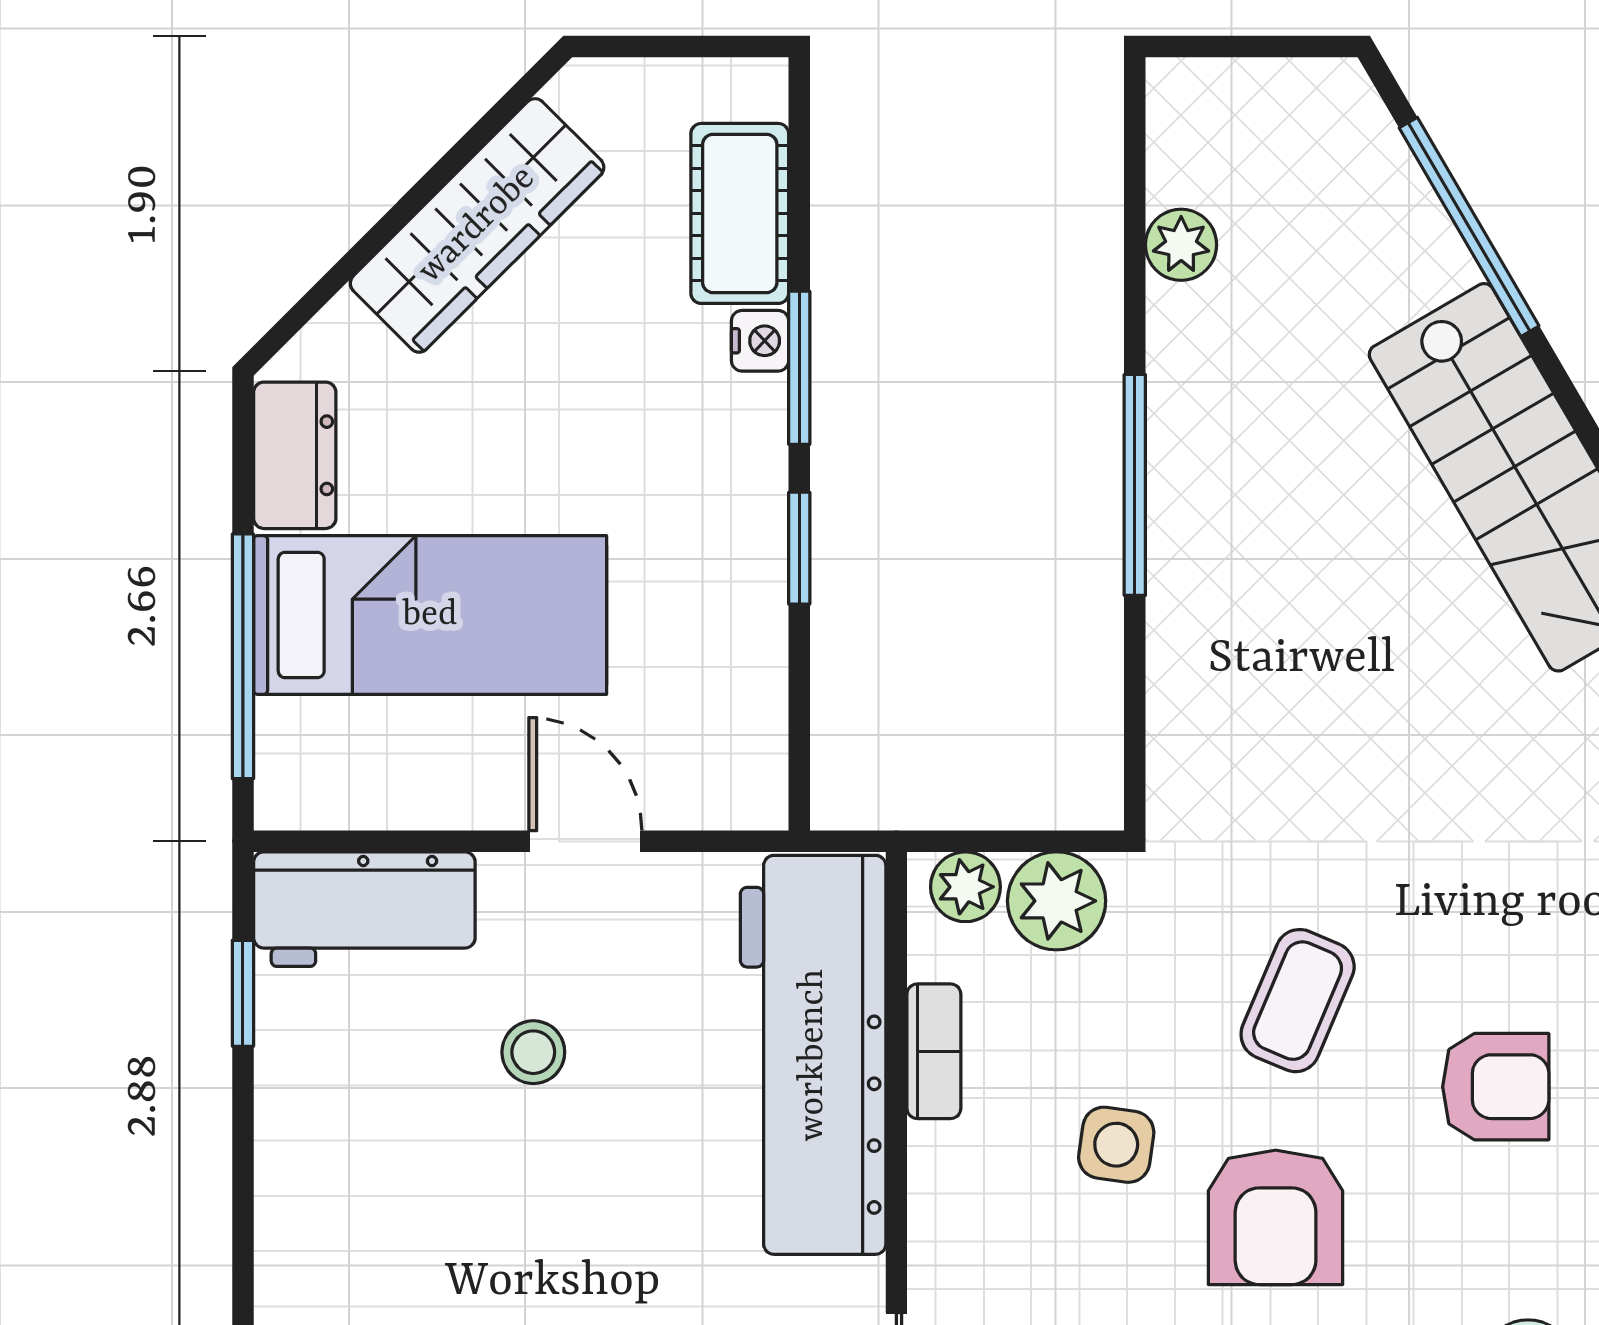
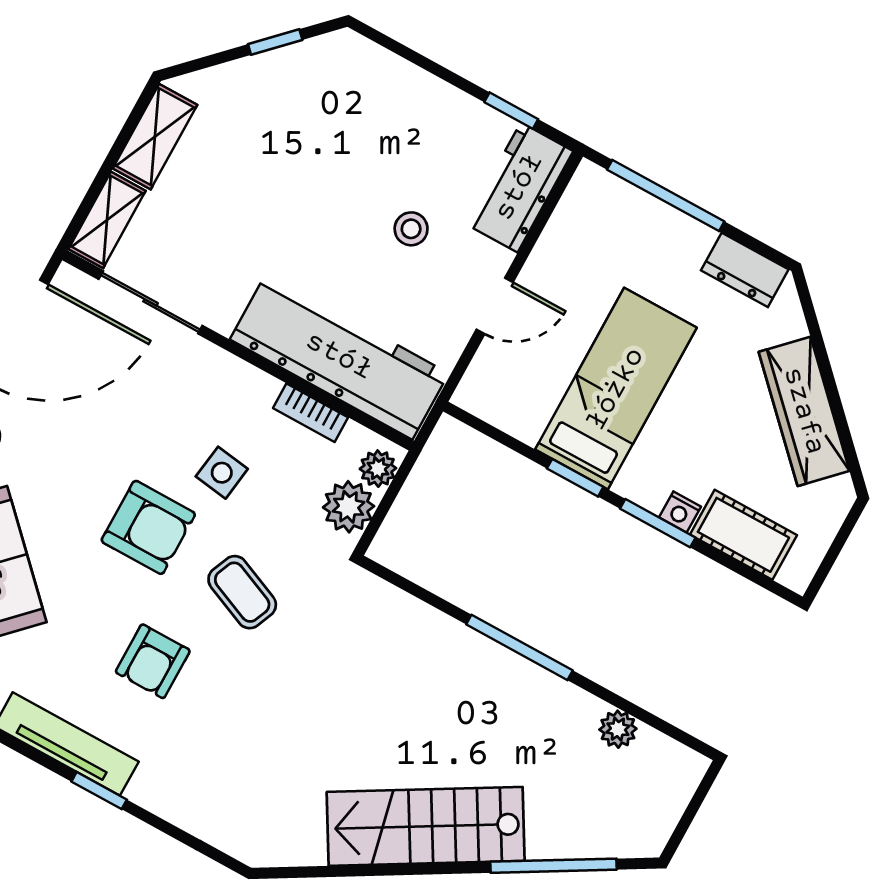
bed: (430, 615) -> (616, 389), moved, turned 180
armchair: (1276, 1217) -> (148, 527), turned 180

